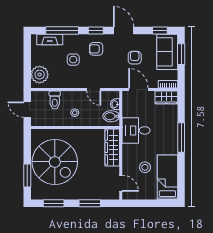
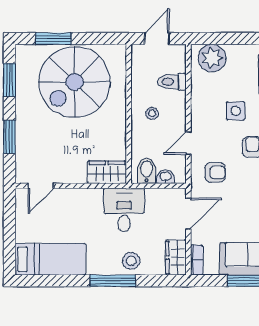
armchair: (135, 58) -> (215, 172), moved
wardrobe: (112, 147) -> (107, 172), width x0.67
stool: (145, 167) -> (131, 261), moved

